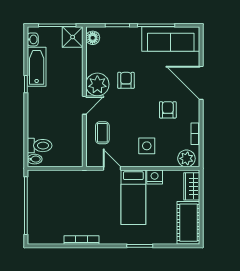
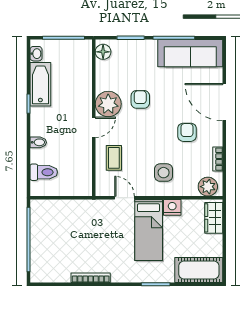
shower: (73, 37) -> (81, 51), removed
bidet: (35, 159) -> (38, 142), moved
cot: (188, 223) -> (199, 270), moved, turned 90

